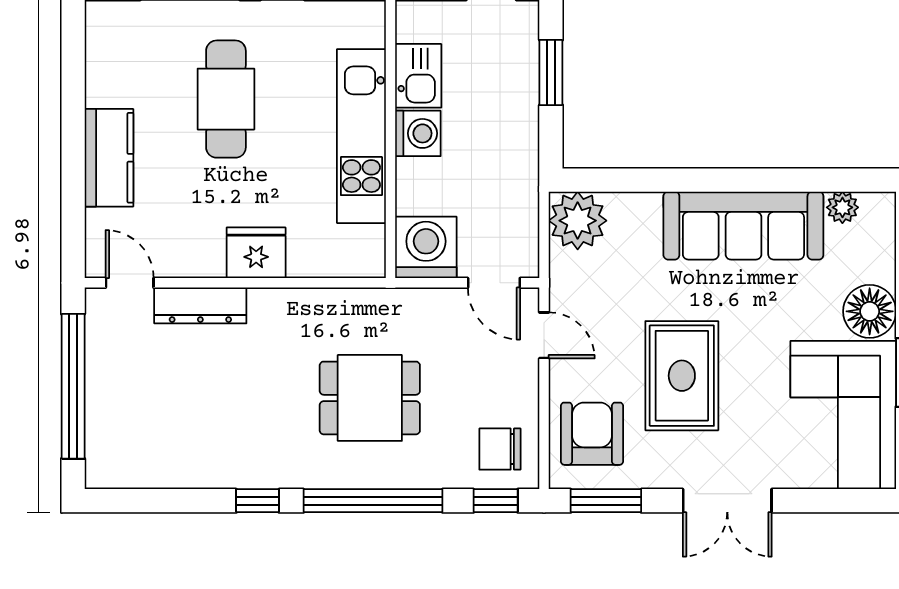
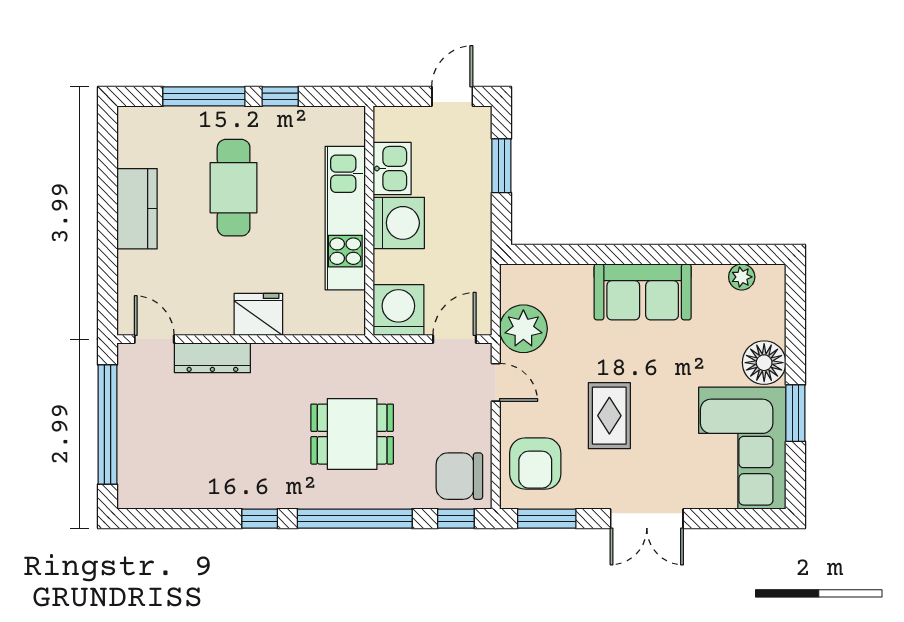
washing machine: (418, 133) -> (399, 223), width x1.37, depth x1.37
kitchen counter: (109, 158) -> (137, 209), moved
plant: (578, 221) -> (523, 329), moved
sofa: (743, 226) -> (643, 292), width x0.73
door: (494, 283) -> (454, 339), swing flipped
rug: (682, 376) -> (609, 416), width x0.73, depth x0.70
armchair: (592, 434) -> (535, 463), turned 180
chair: (500, 449) -> (459, 476), width x1.37, depth x1.37

